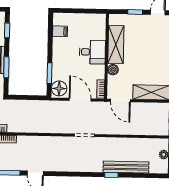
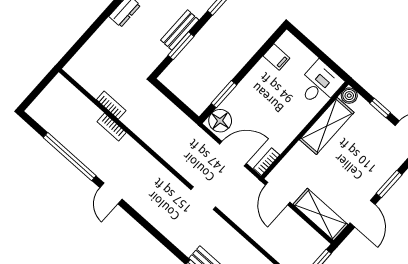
desk: (92, 52) -> (320, 84), moved, turned -90
boiler: (113, 70) -> (349, 96), moved
door: (80, 100) -> (233, 154), hinge flipped

